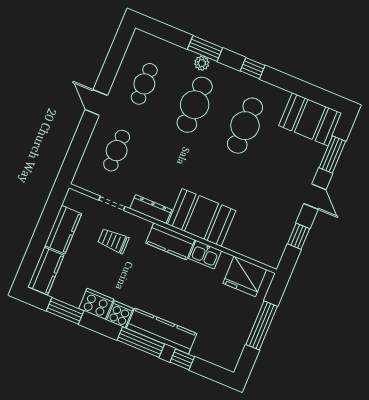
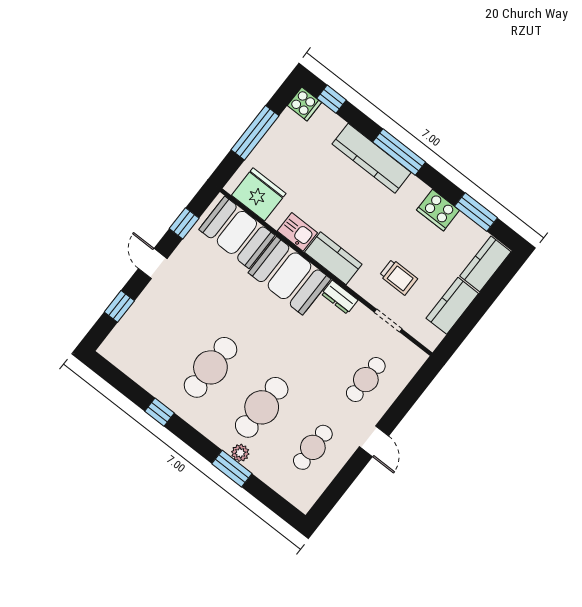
window: (253, 68) -> (160, 412), moved
booth: (310, 119) -> (237, 232), moved
window: (332, 155) -> (119, 306), width x0.67
dresser: (151, 209) -> (340, 297), width x0.70
cooker: (120, 314) -> (304, 104), moved, turned -90
window: (182, 359) -> (332, 99), moved

